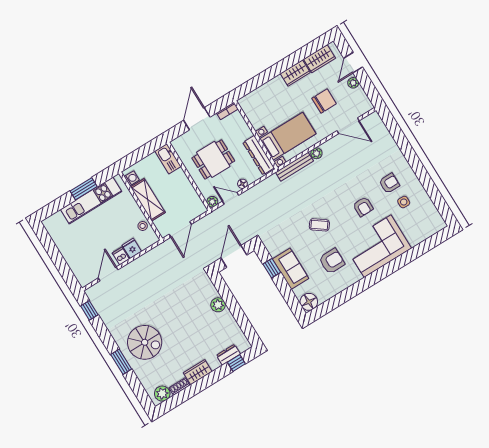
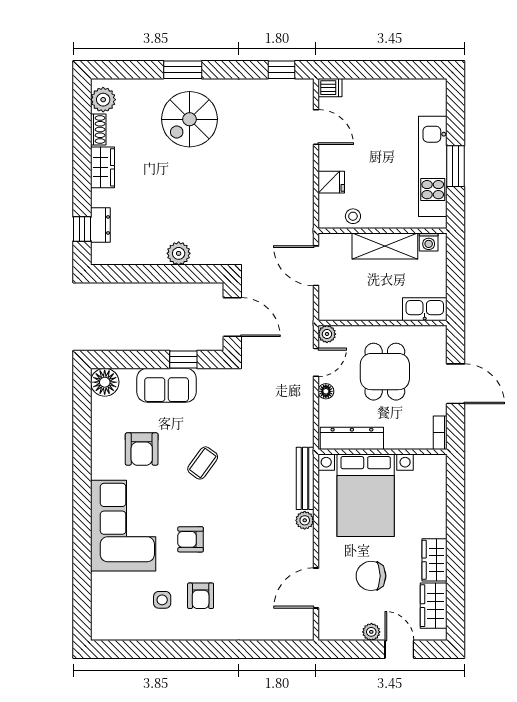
chair: (324, 101) -> (371, 576), turned 90
bed with nightstands: (288, 136) -> (366, 495), width x1.36
dishwasher: (121, 256) -> (330, 88), moved

